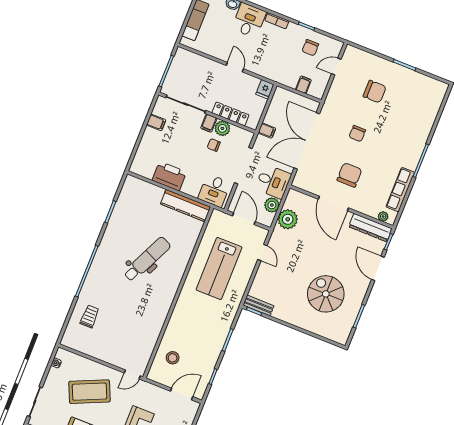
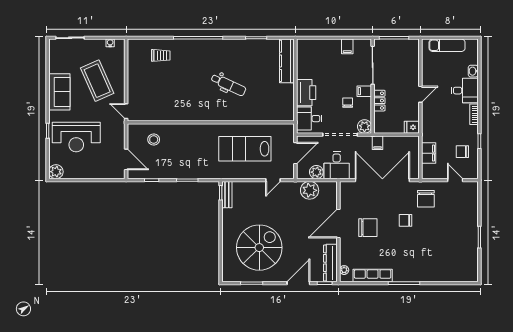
filing cabinet: (303, 85) -> (429, 153), width x2.00
chair: (375, 92) -> (426, 199), moved
locker: (230, 114) -> (379, 101), width x0.66
plant: (222, 128) -> (364, 127), moved
printer: (169, 176) -> (306, 93), moved
kitchen counter: (186, 206) -> (287, 61), moved
dental chair: (147, 259) -> (228, 85), width x0.73, depth x0.72
spiral stairs: (326, 294) -> (259, 248), width x1.37, depth x1.37

